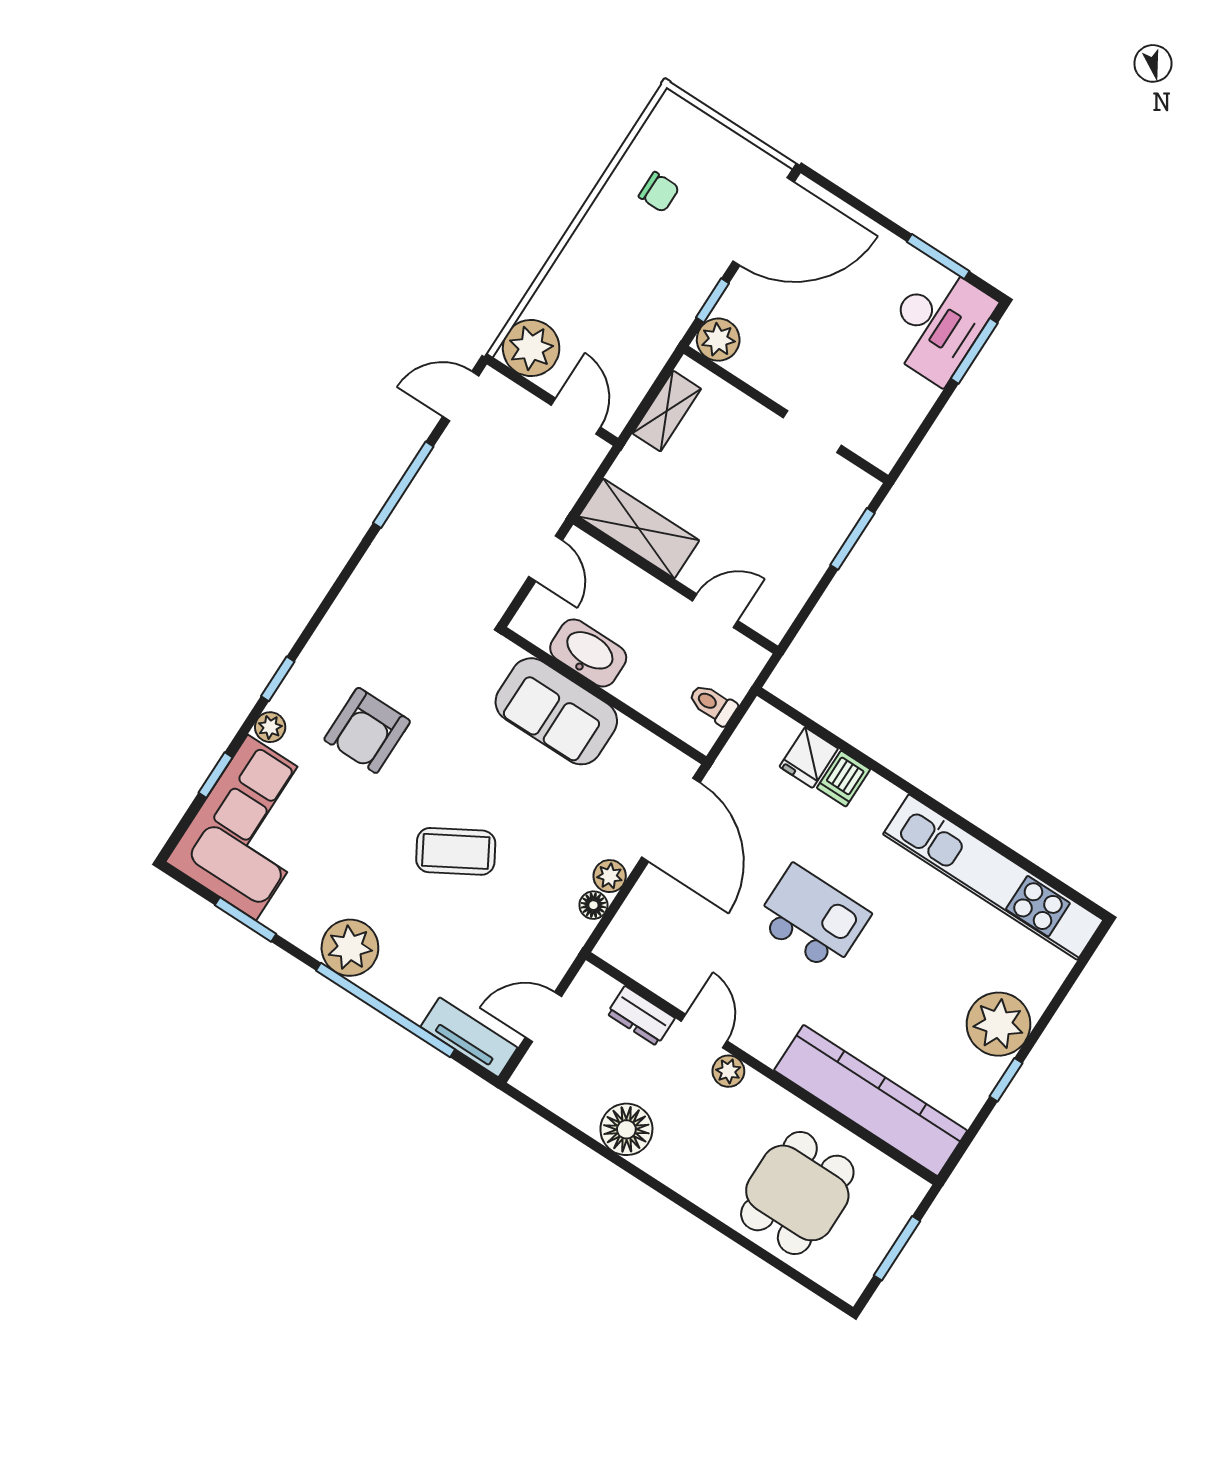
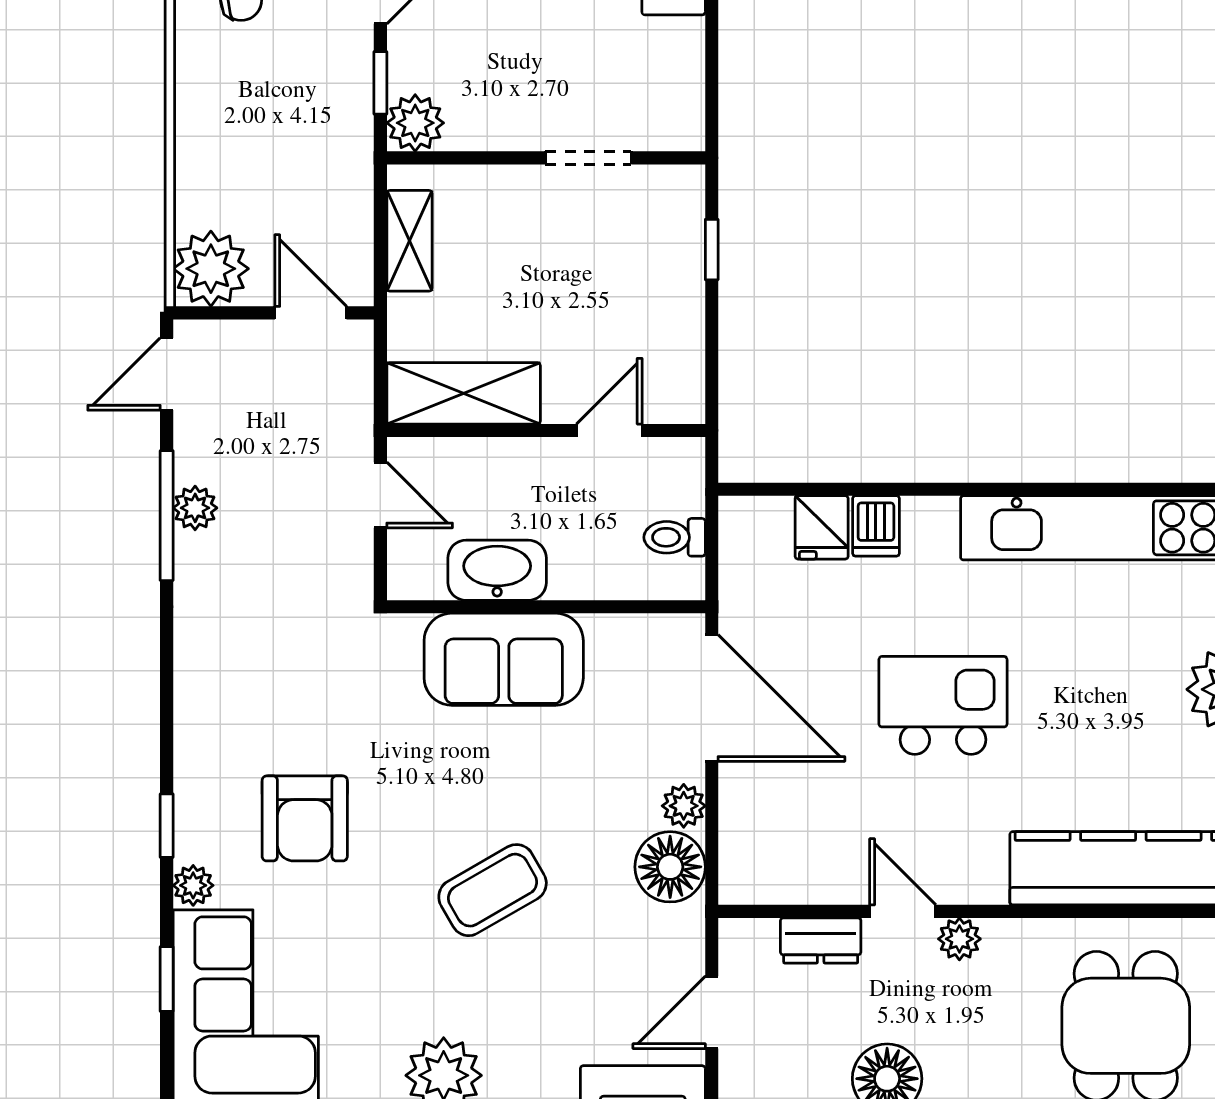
plant: (424, 491) -> (195, 508), added
window: (853, 539) -> (712, 250), width x0.67
floor lamp: (593, 905) -> (670, 867), width x1.89, depth x1.89

